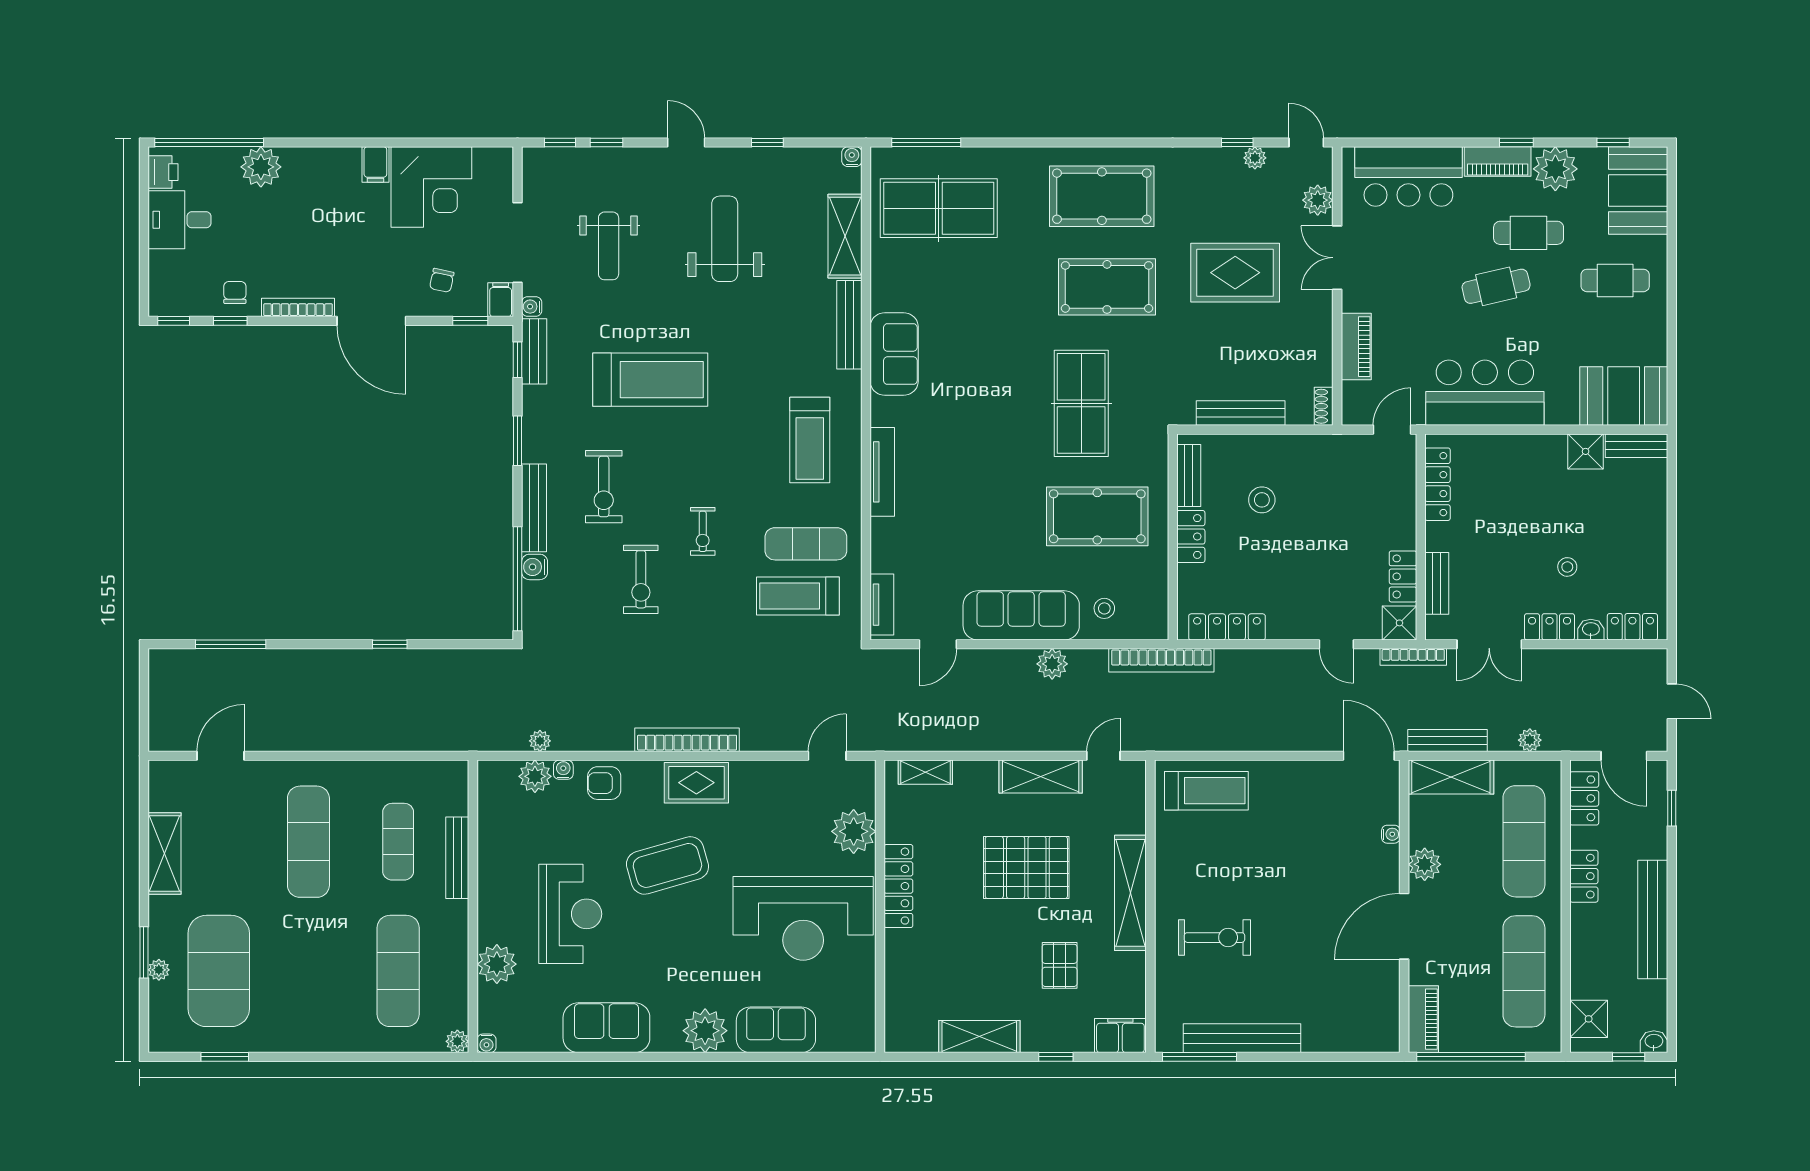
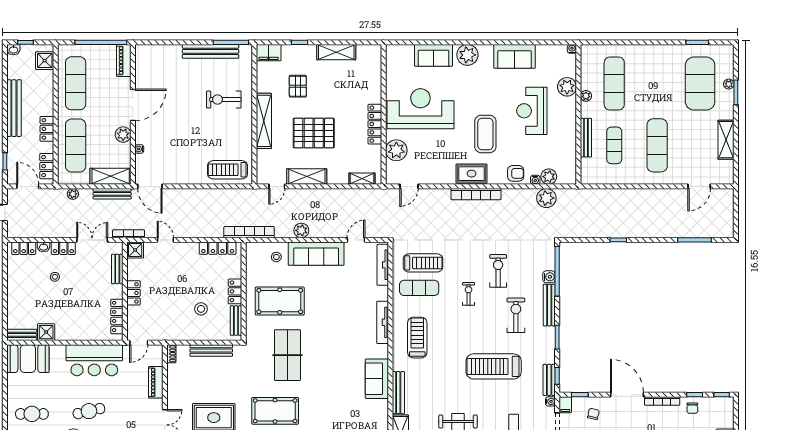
locker: (1403, 576) -> (133, 293), moved
tv unit: (882, 605) -> (383, 265), width x1.41
plant: (540, 741) -> (546, 198), width x1.87, depth x1.87
coffee table: (667, 865) -> (485, 134), turned -74
plant: (457, 1041) -> (586, 96), moved

